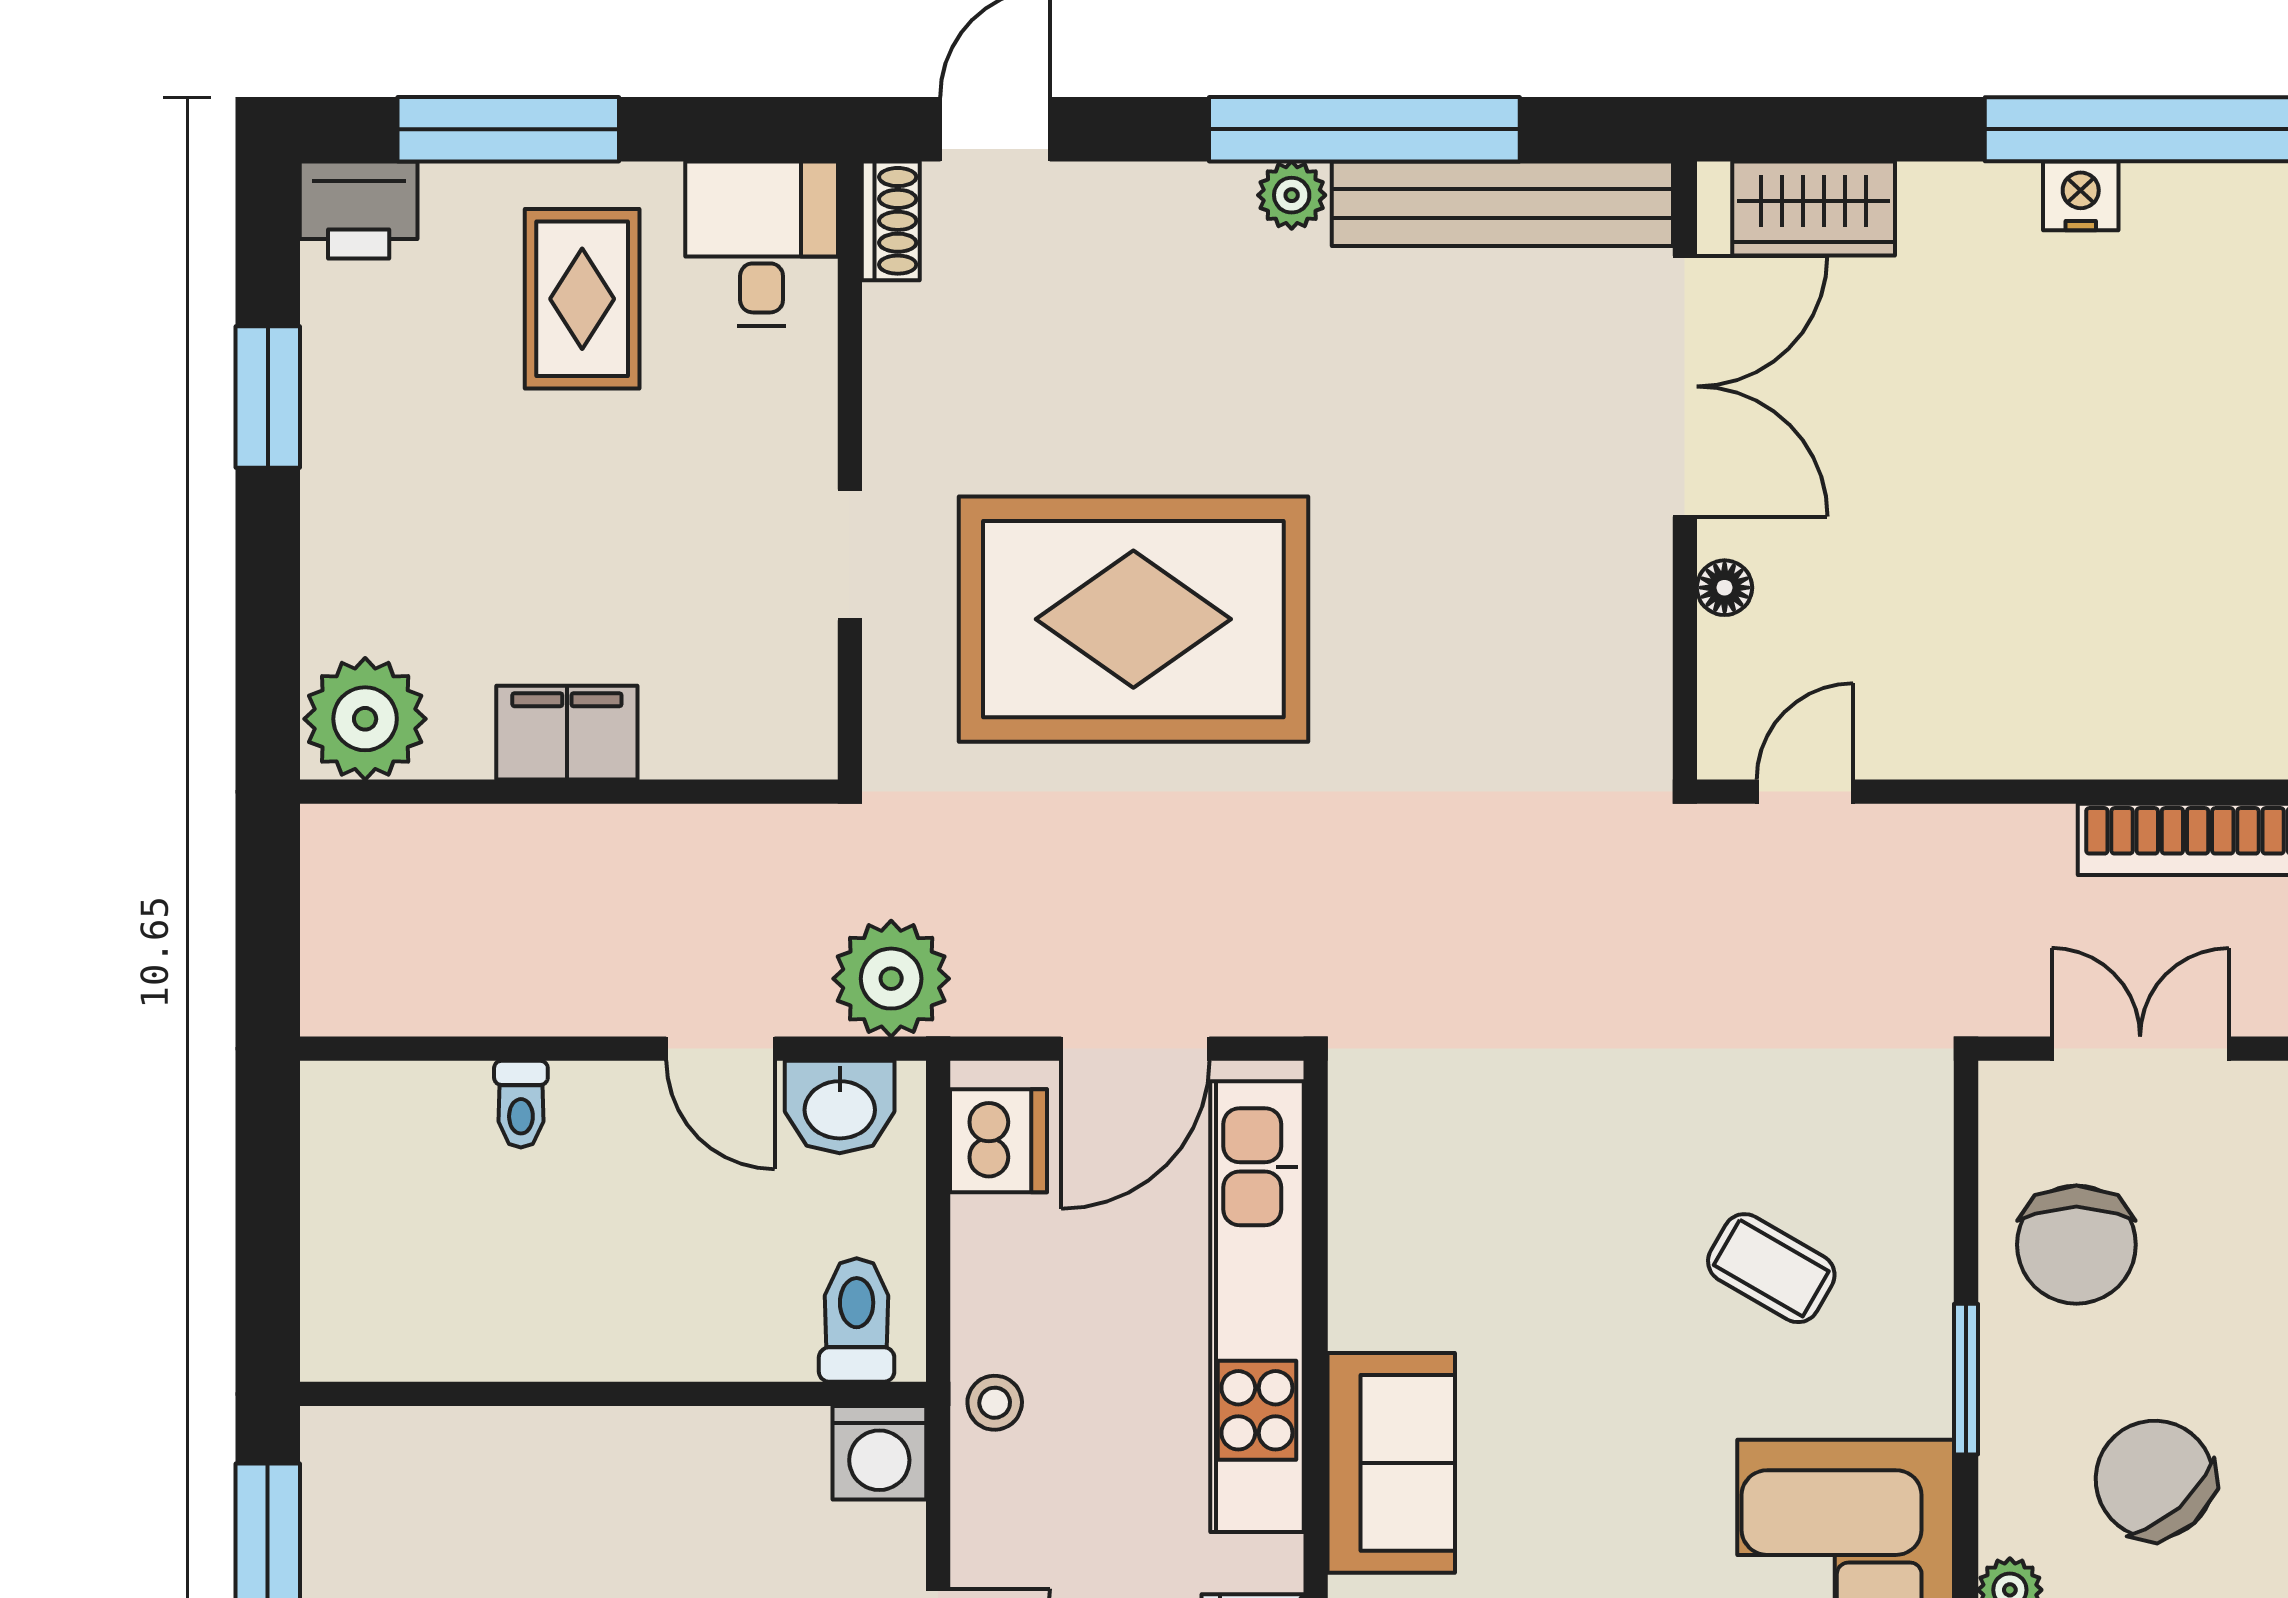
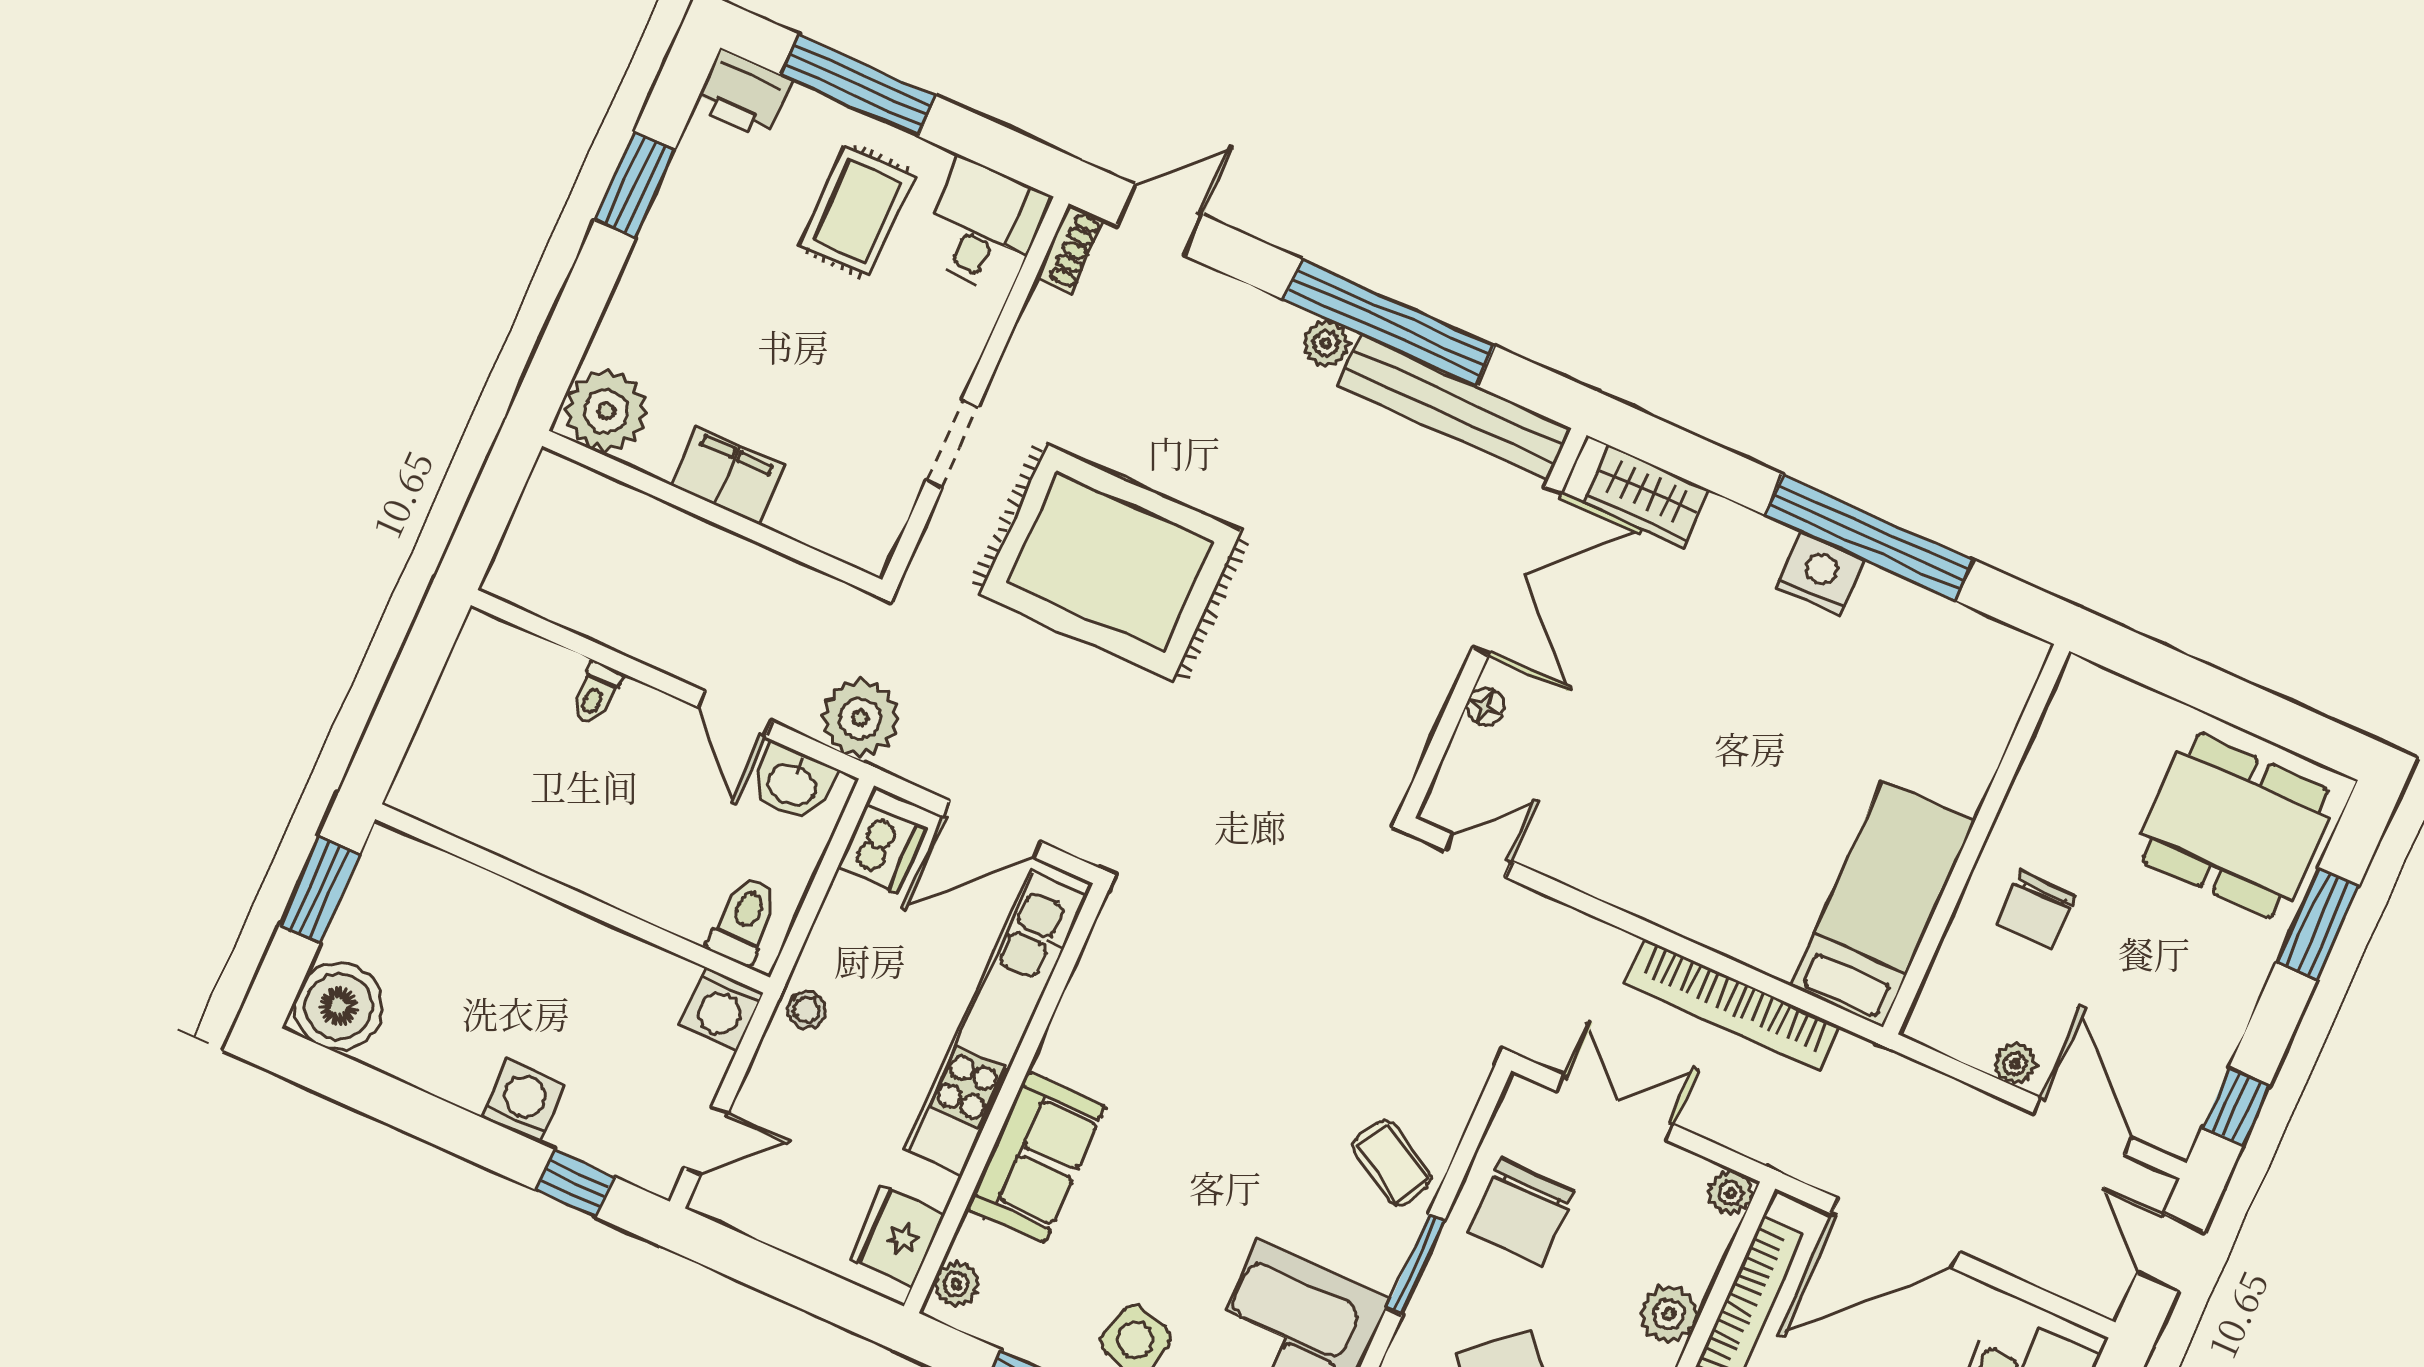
nightstand: (2081, 196) -> (1820, 573), width x1.36, depth x1.33
coffee table: (1771, 1268) -> (1392, 1163), moved

